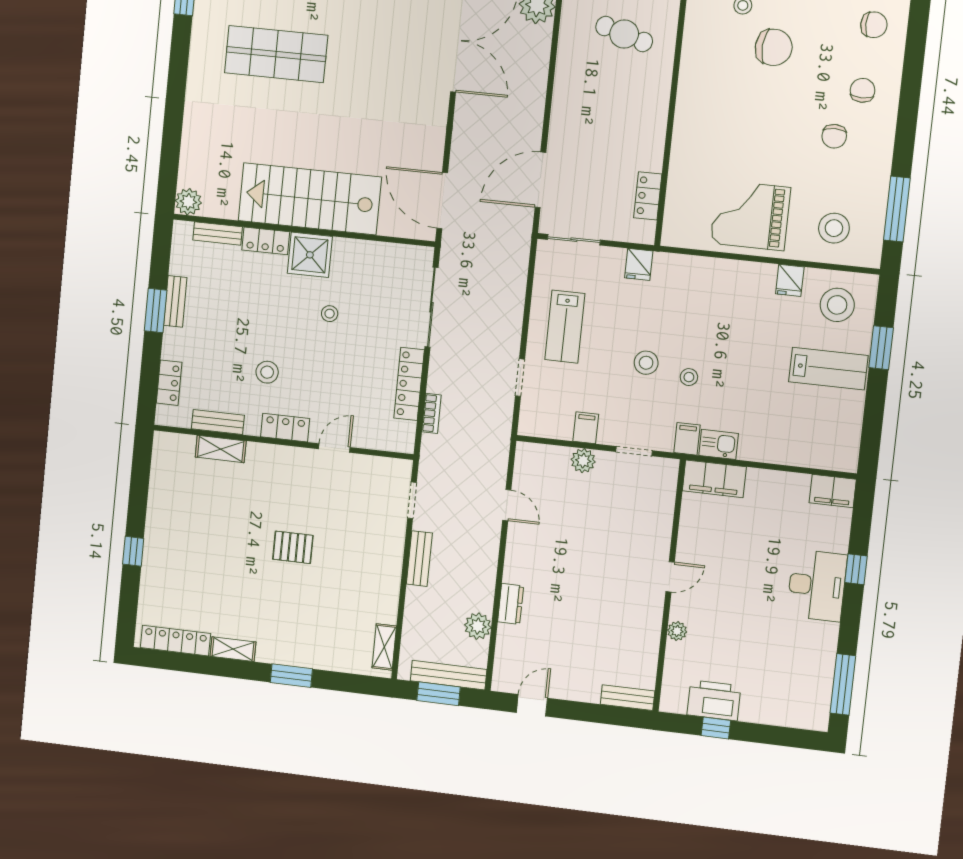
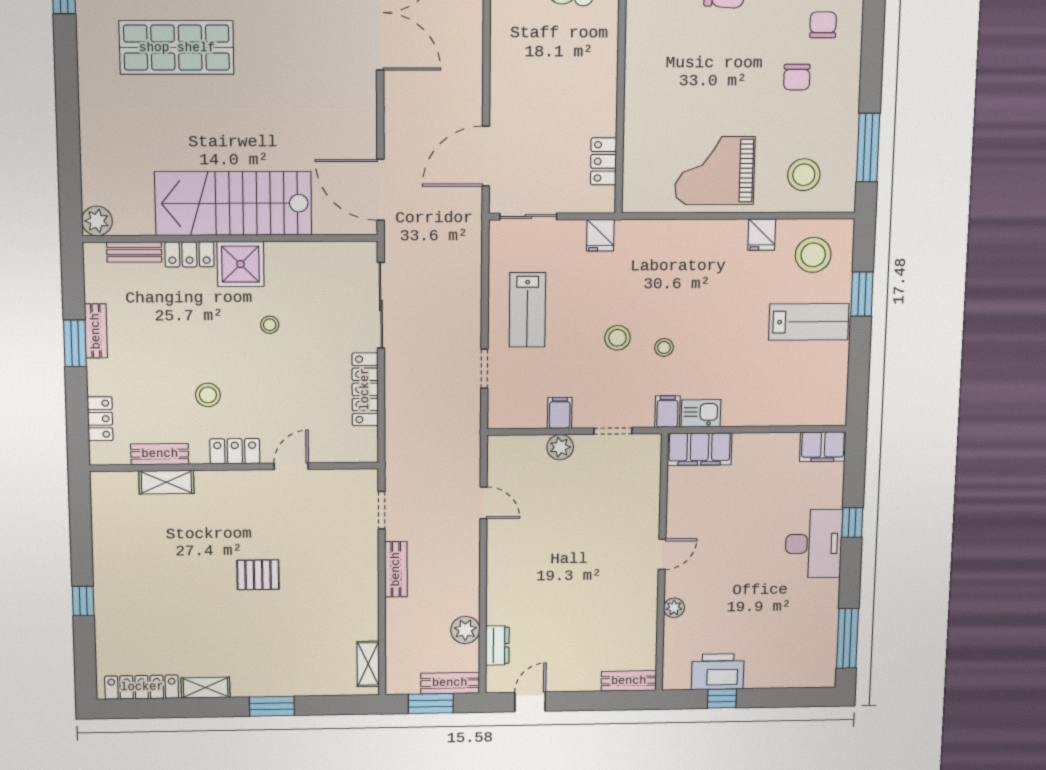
bookcase: (431, 413) -> (393, 417), removed
dresser: (511, 604) -> (497, 645), moved
bench: (449, 675) -> (450, 683), width x0.73

